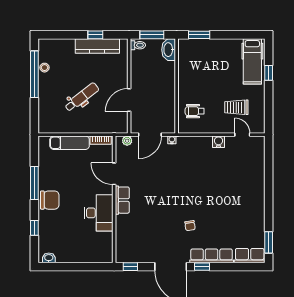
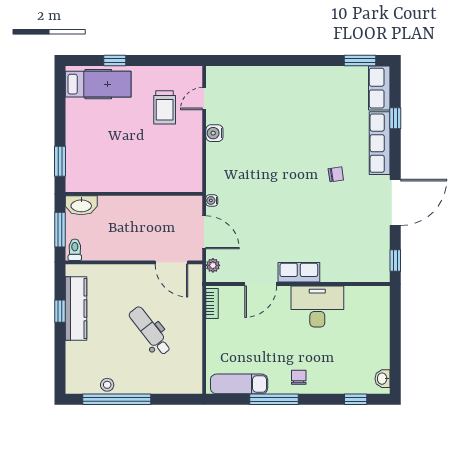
door: (129, 100) -> (171, 262), moved
wheelchair: (195, 111) -> (170, 168), removed
exam couch: (70, 143) -> (239, 384), moved, turned -90
chair: (50, 200) -> (299, 377), width x0.54, depth x0.54
window: (34, 228) -> (356, 399), moved
window: (202, 267) -> (395, 118), moved

